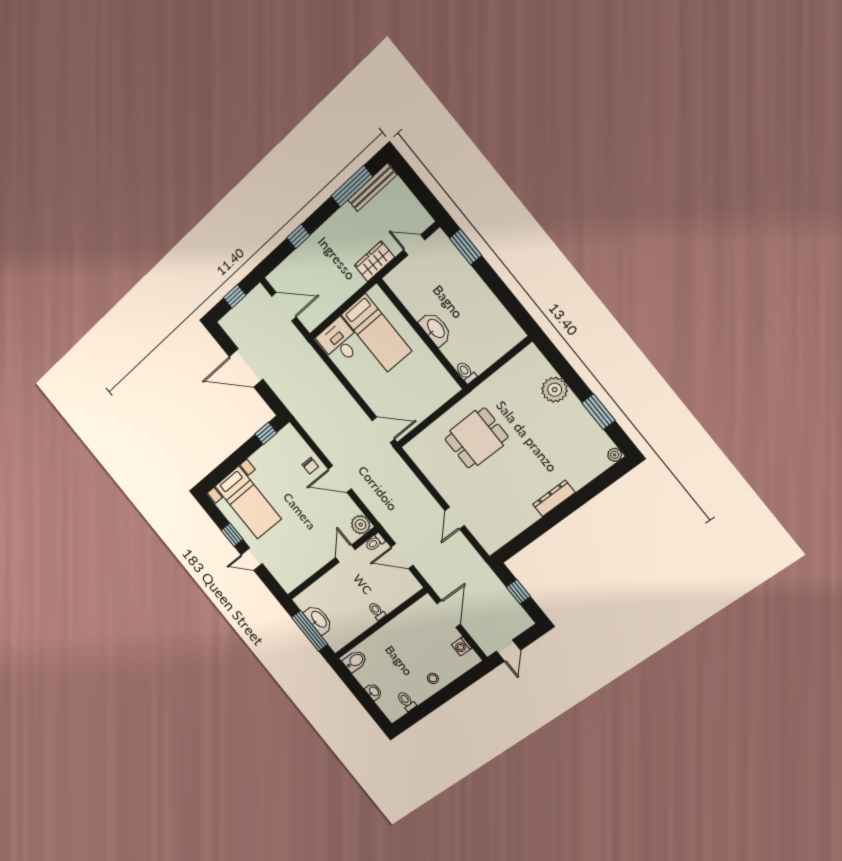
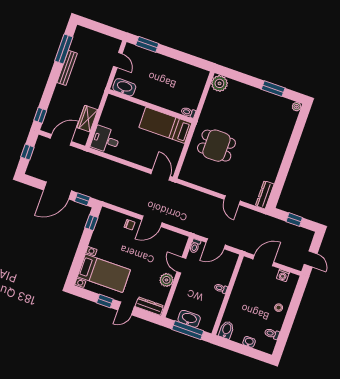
bench: (372, 187) -> (67, 68), moved
window: (298, 236) -> (40, 115), moved
door: (414, 245) -> (118, 60), swing flipped
wardrobe: (374, 261) -> (87, 119), moved
washbasin: (435, 329) -> (124, 87), moved
bed: (377, 333) -> (165, 125), moved, turned 180
plant: (555, 390) -> (219, 83), moved
window: (270, 398) -> (82, 199), added
door: (383, 430) -> (161, 175), hinge flipped
dining table: (476, 438) -> (216, 146), turned 90
dresser: (554, 498) -> (265, 195), moved
plant: (361, 525) -> (166, 280), moved
dresser: (280, 575) -> (149, 306), added
door: (449, 614) -> (263, 261), hinge flipped

